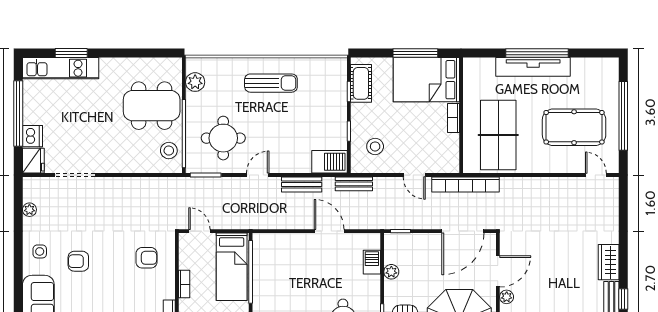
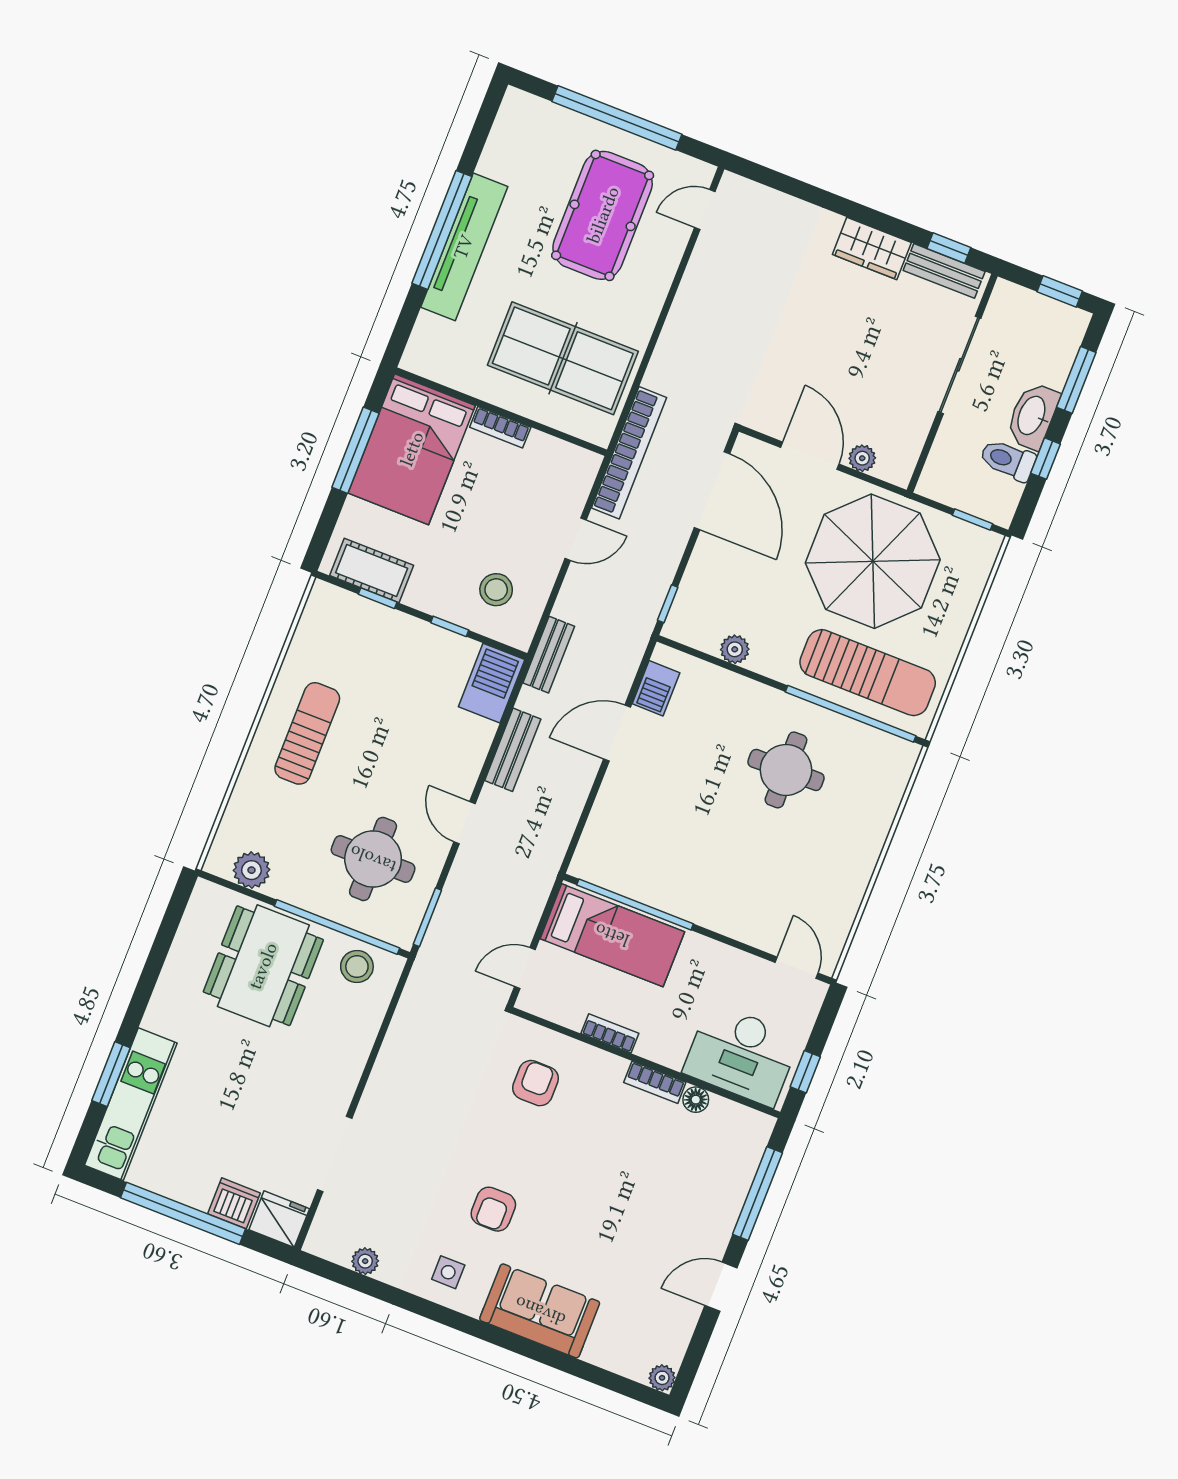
barbecue: (372, 262) -> (656, 688), moved, turned -90

